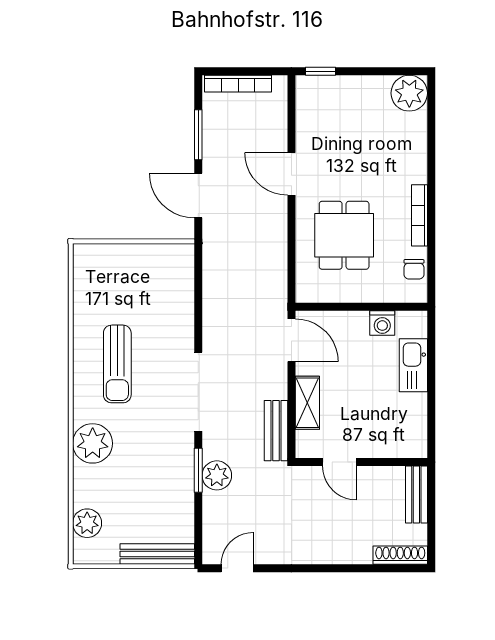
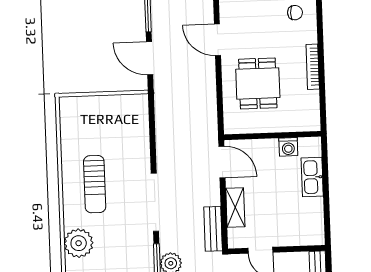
chair: (414, 269) -> (295, 13), moved, turned -90

